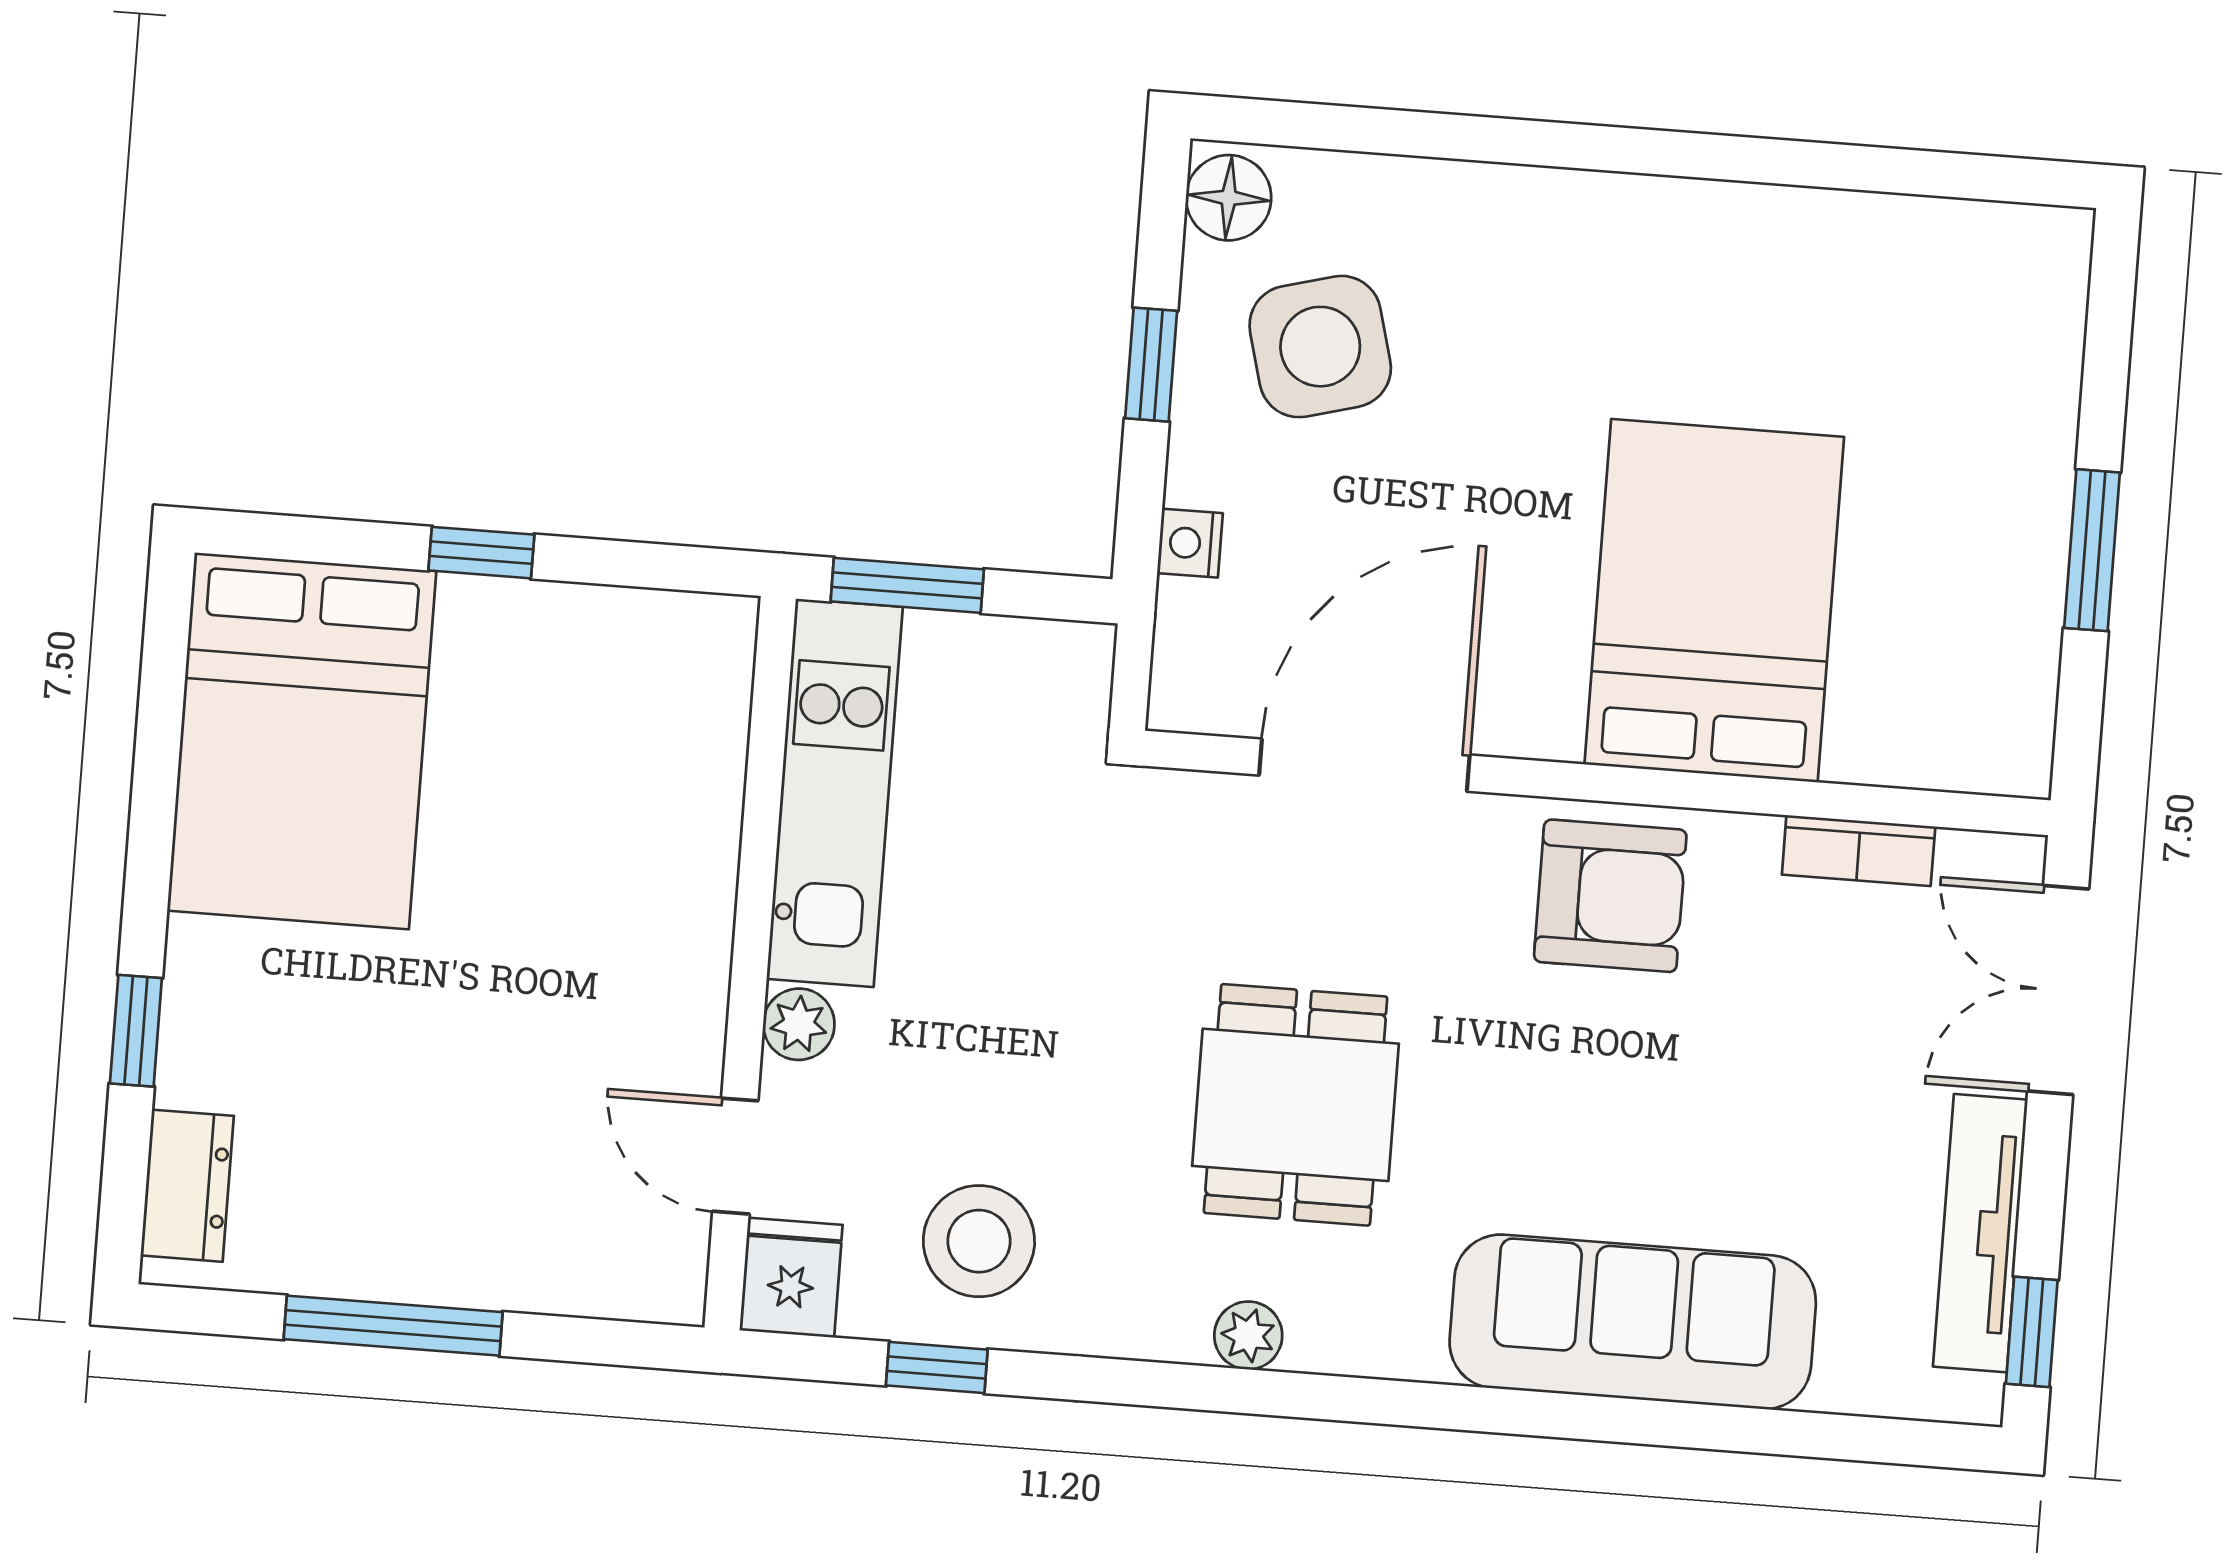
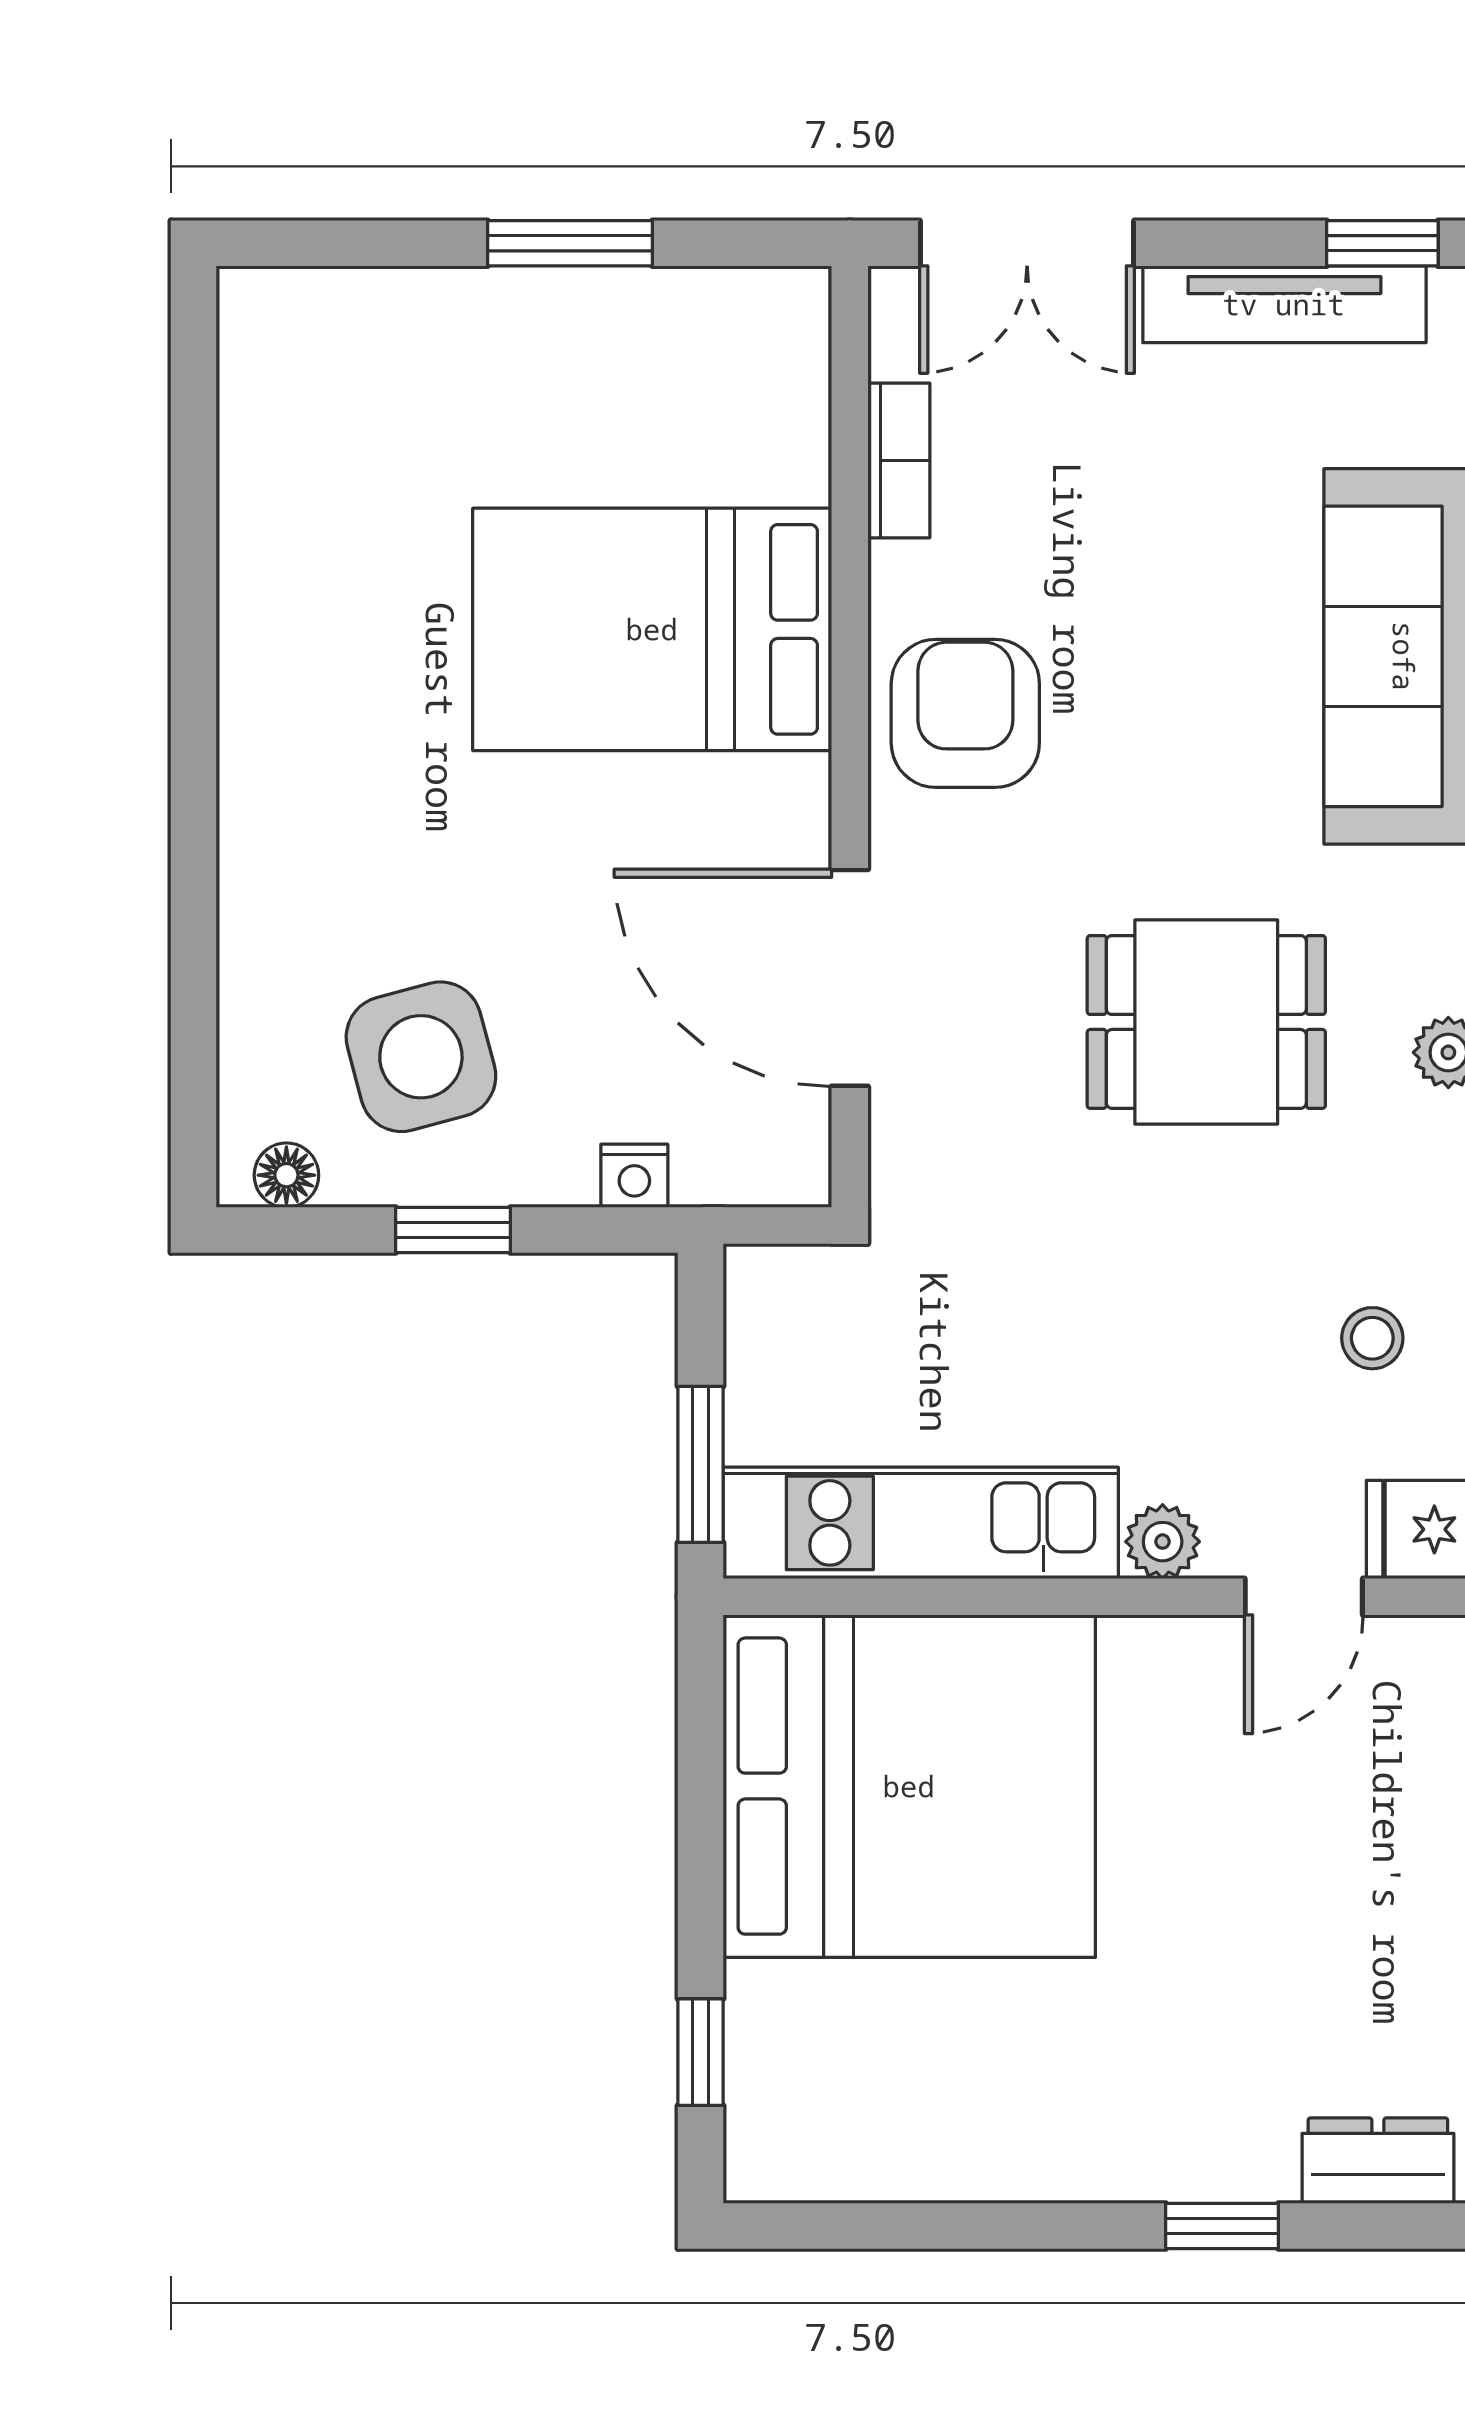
floor lamp: (1229, 198) -> (286, 1175), width x0.73, depth x0.73
window: (481, 553) -> (700, 2052), moved
bed: (302, 741) -> (909, 1786), moved, width x1.36
stool: (979, 1241) -> (1372, 1338), width x0.53, depth x0.53

